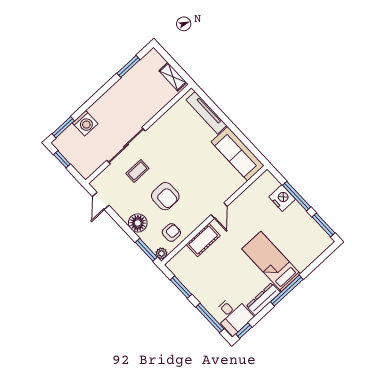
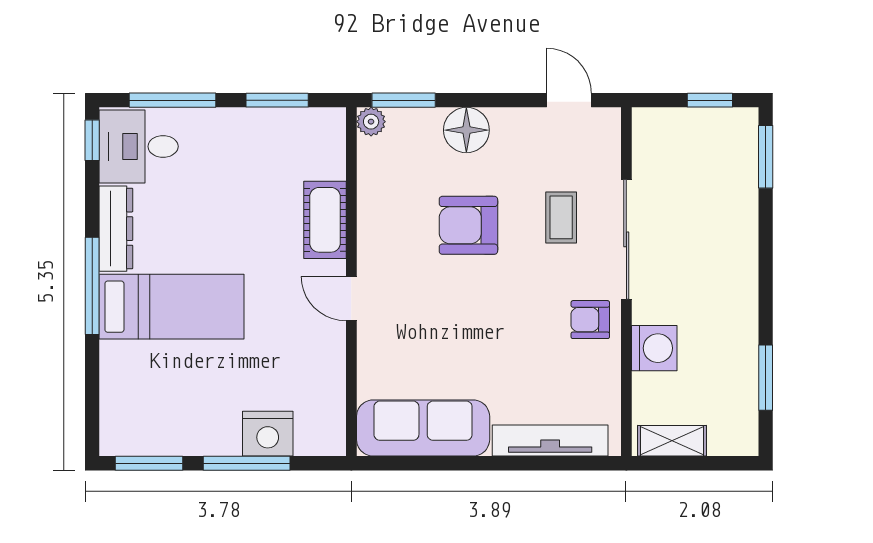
washing machine: (85, 123) -> (654, 348), moved, turned 180
armchair: (171, 232) -> (590, 320), moved, turned 90

